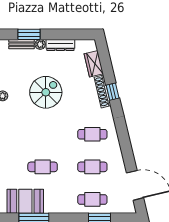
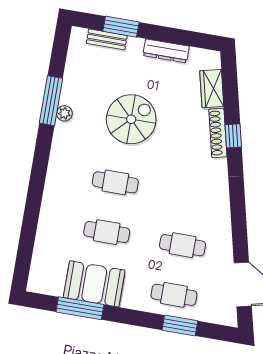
plant: (40, 44) -> (135, 45), removed
cafe table: (92, 134) -> (115, 182), moved
booth: (25, 201) -> (94, 284), moved

